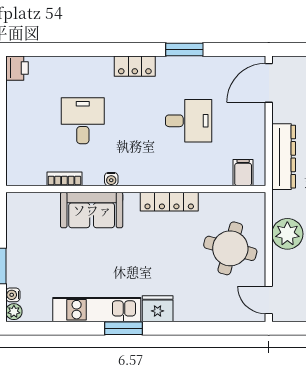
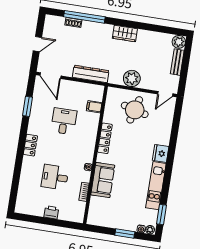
window: (184, 50) -> (27, 106), moved
printer: (17, 68) -> (51, 212), moved
filing cabinet: (243, 173) -> (94, 107), moved
window: (123, 328) -> (161, 214), moved

